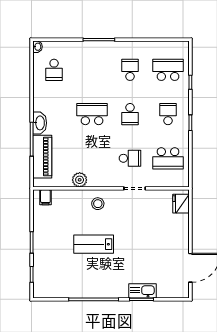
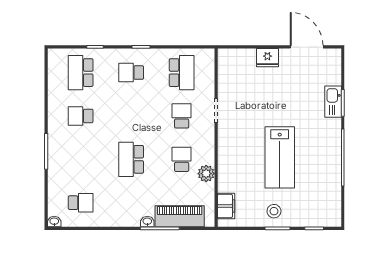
school desk: (130, 114) -> (182, 159), moved, turned -90
washbasin: (40, 123) -> (147, 222), width x0.52, depth x0.69
filing cabinet: (45, 197) -> (226, 206), width x2.00
stool: (98, 204) -> (274, 211), moved
fridge: (181, 204) -> (267, 58), moved
lab bench: (94, 244) -> (280, 157), width x1.36, depth x1.39

